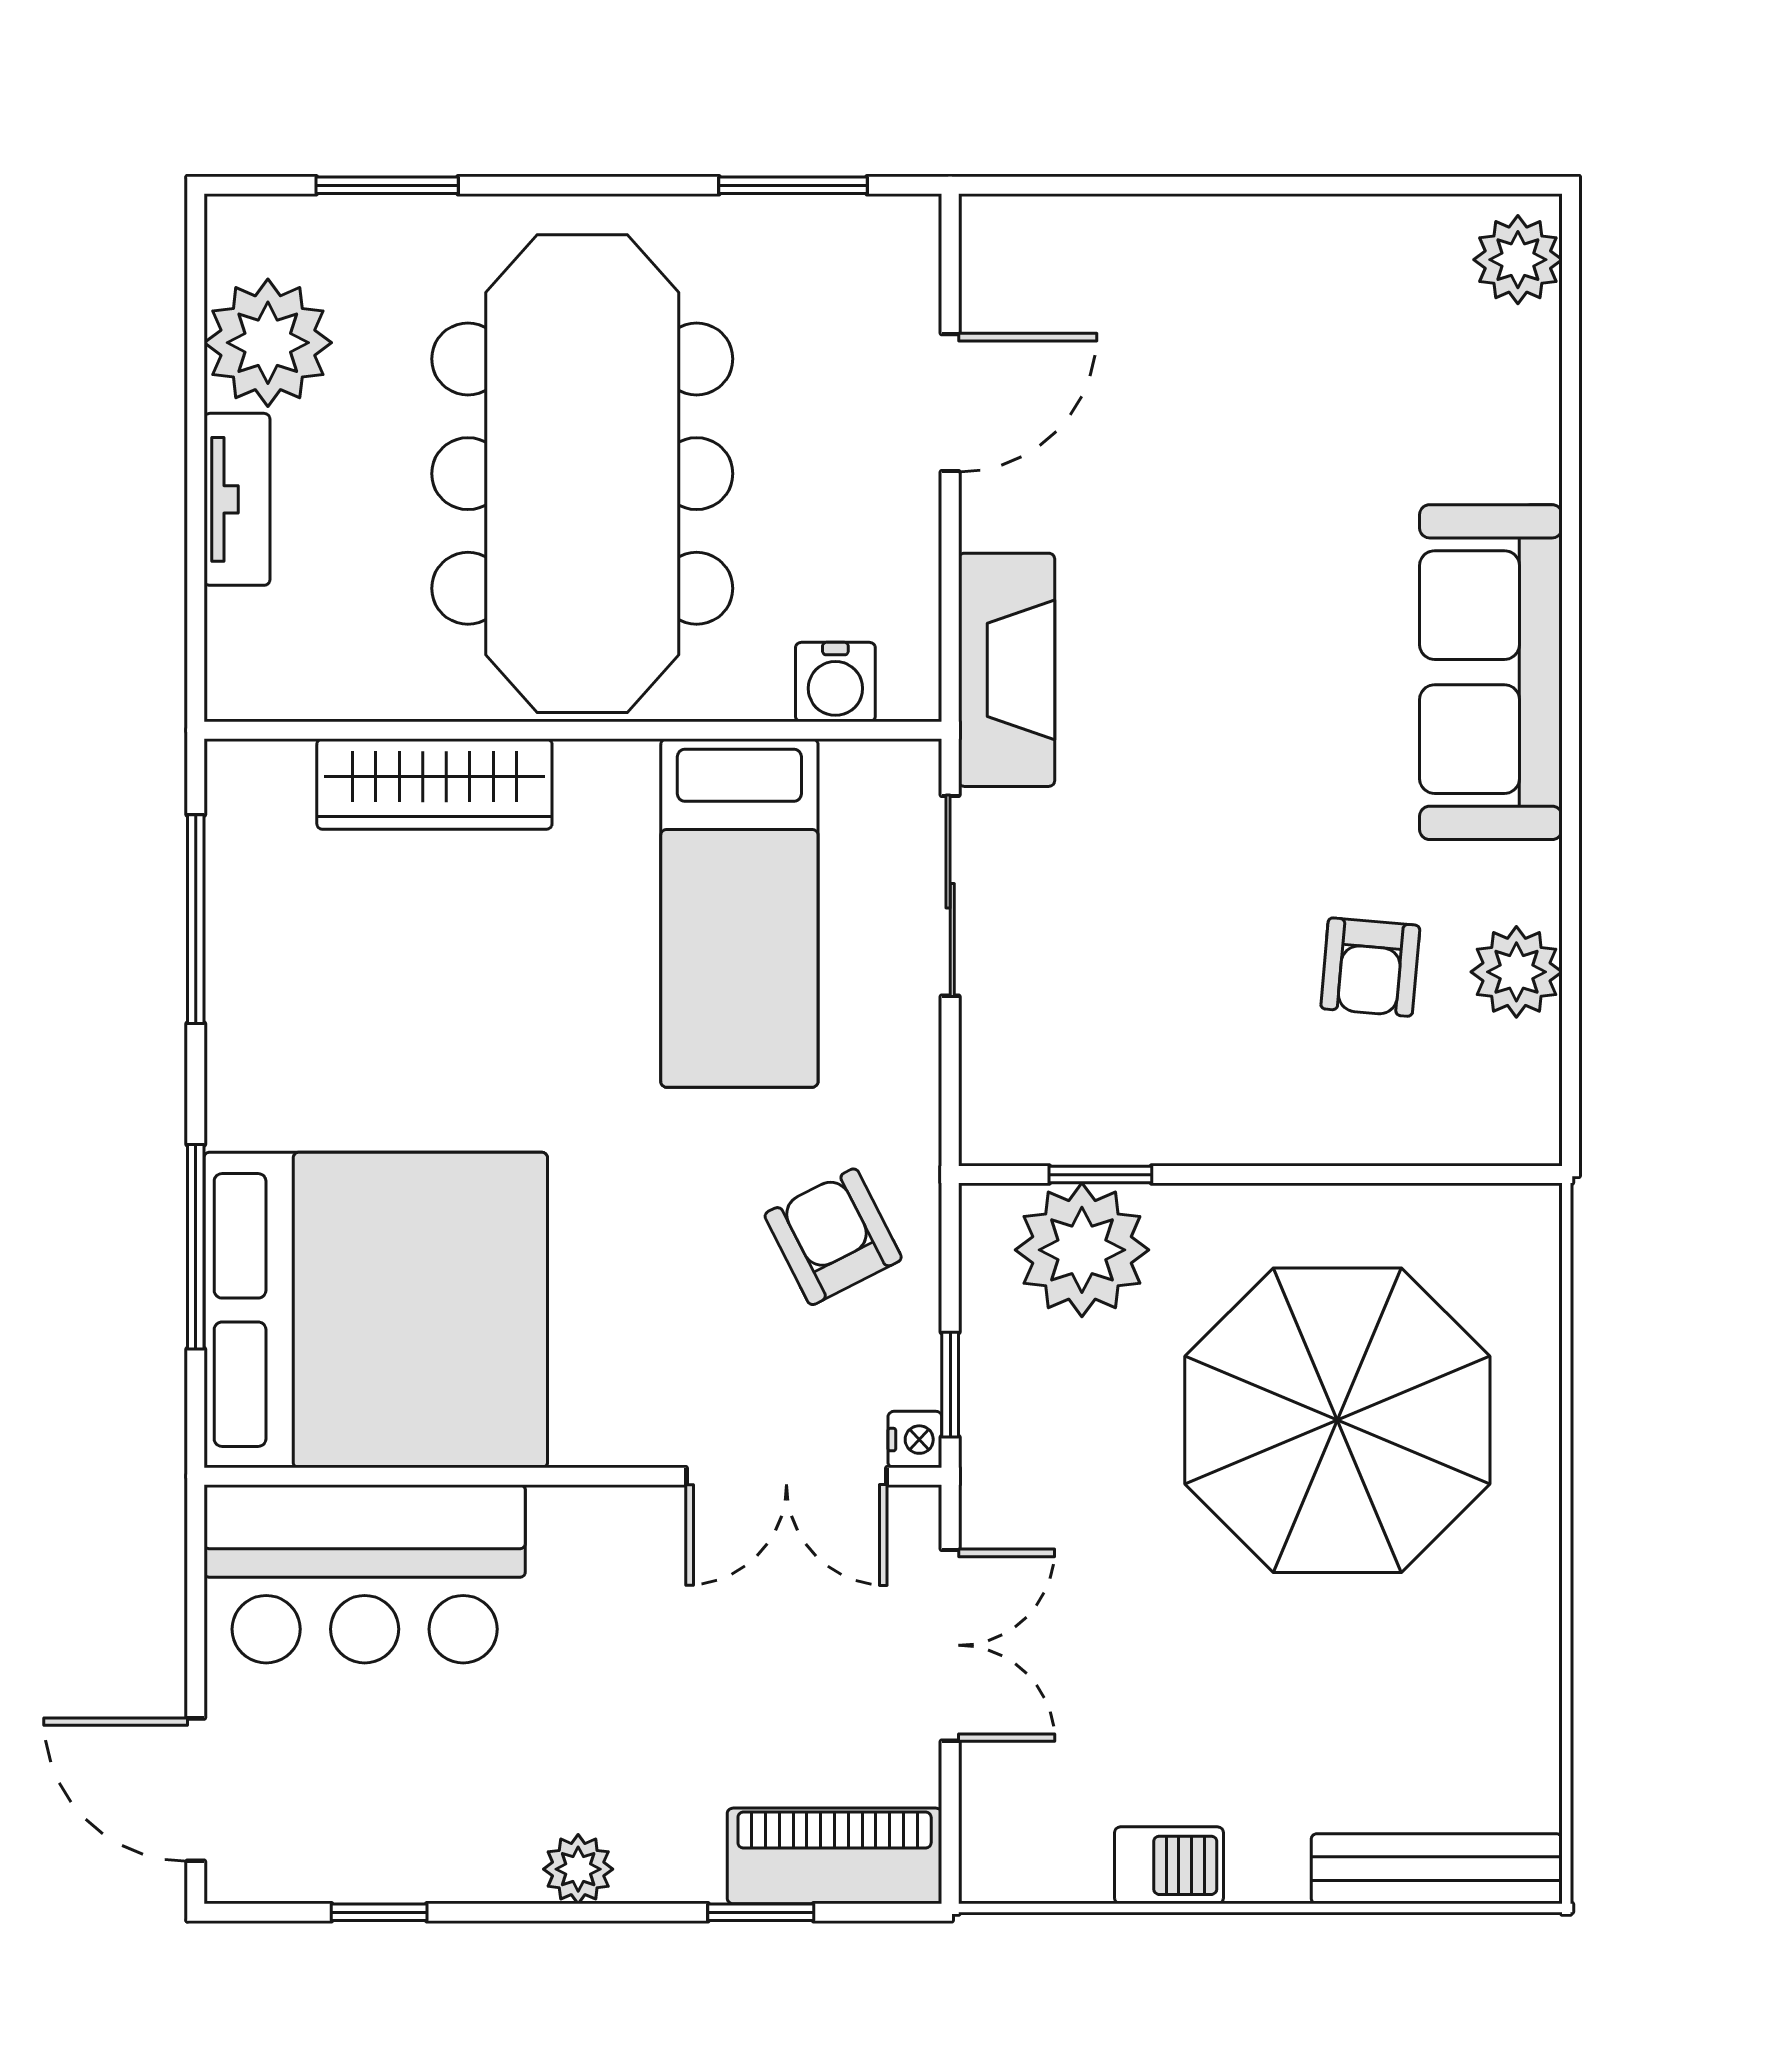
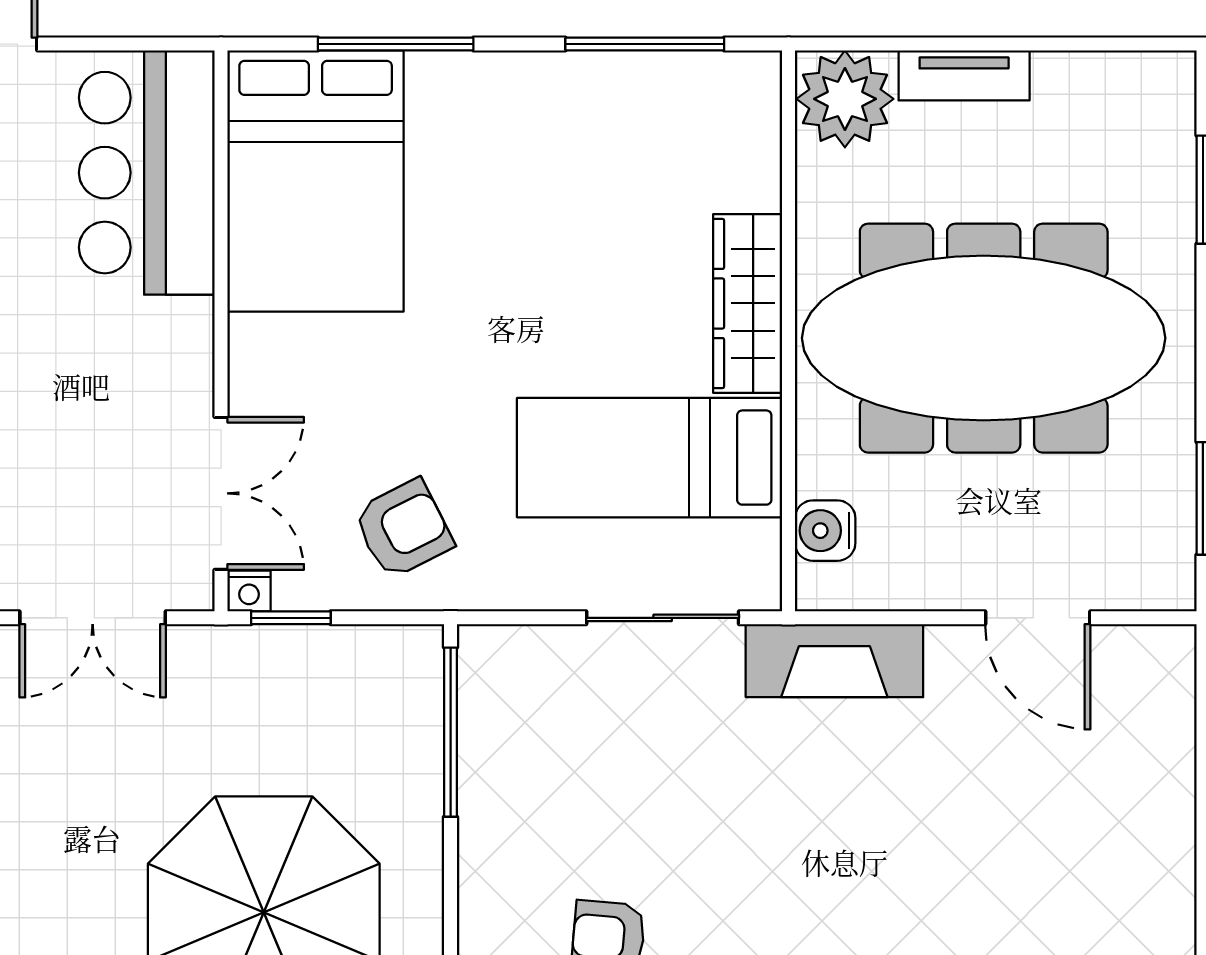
plant: (268, 343) -> (845, 99), moved
wardrobe: (434, 784) -> (748, 303), moved
window: (1100, 1175) -> (451, 732), width x2.17
plant: (1082, 1250) -> (393, 718), removed
bed: (376, 1310) -> (316, 181), width x0.73
double door: (786, 1476) -> (221, 493), swing flipped

